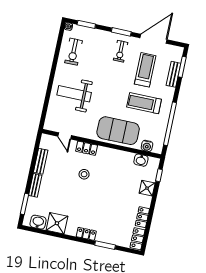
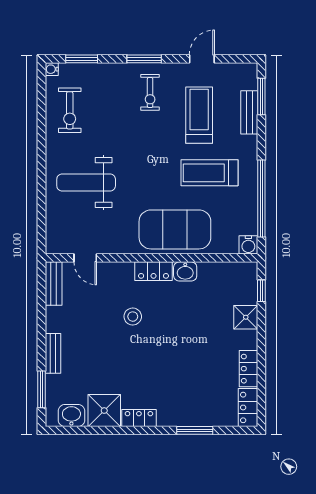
door: (153, 39) -> (202, 59), width x0.53
water cooler: (147, 146) -> (248, 245), moved
locker: (87, 148) -> (154, 271), moved
washbasin: (141, 160) -> (185, 271), moved
bench: (41, 161) -> (54, 284), moved
locker: (86, 234) -> (139, 418), moved

